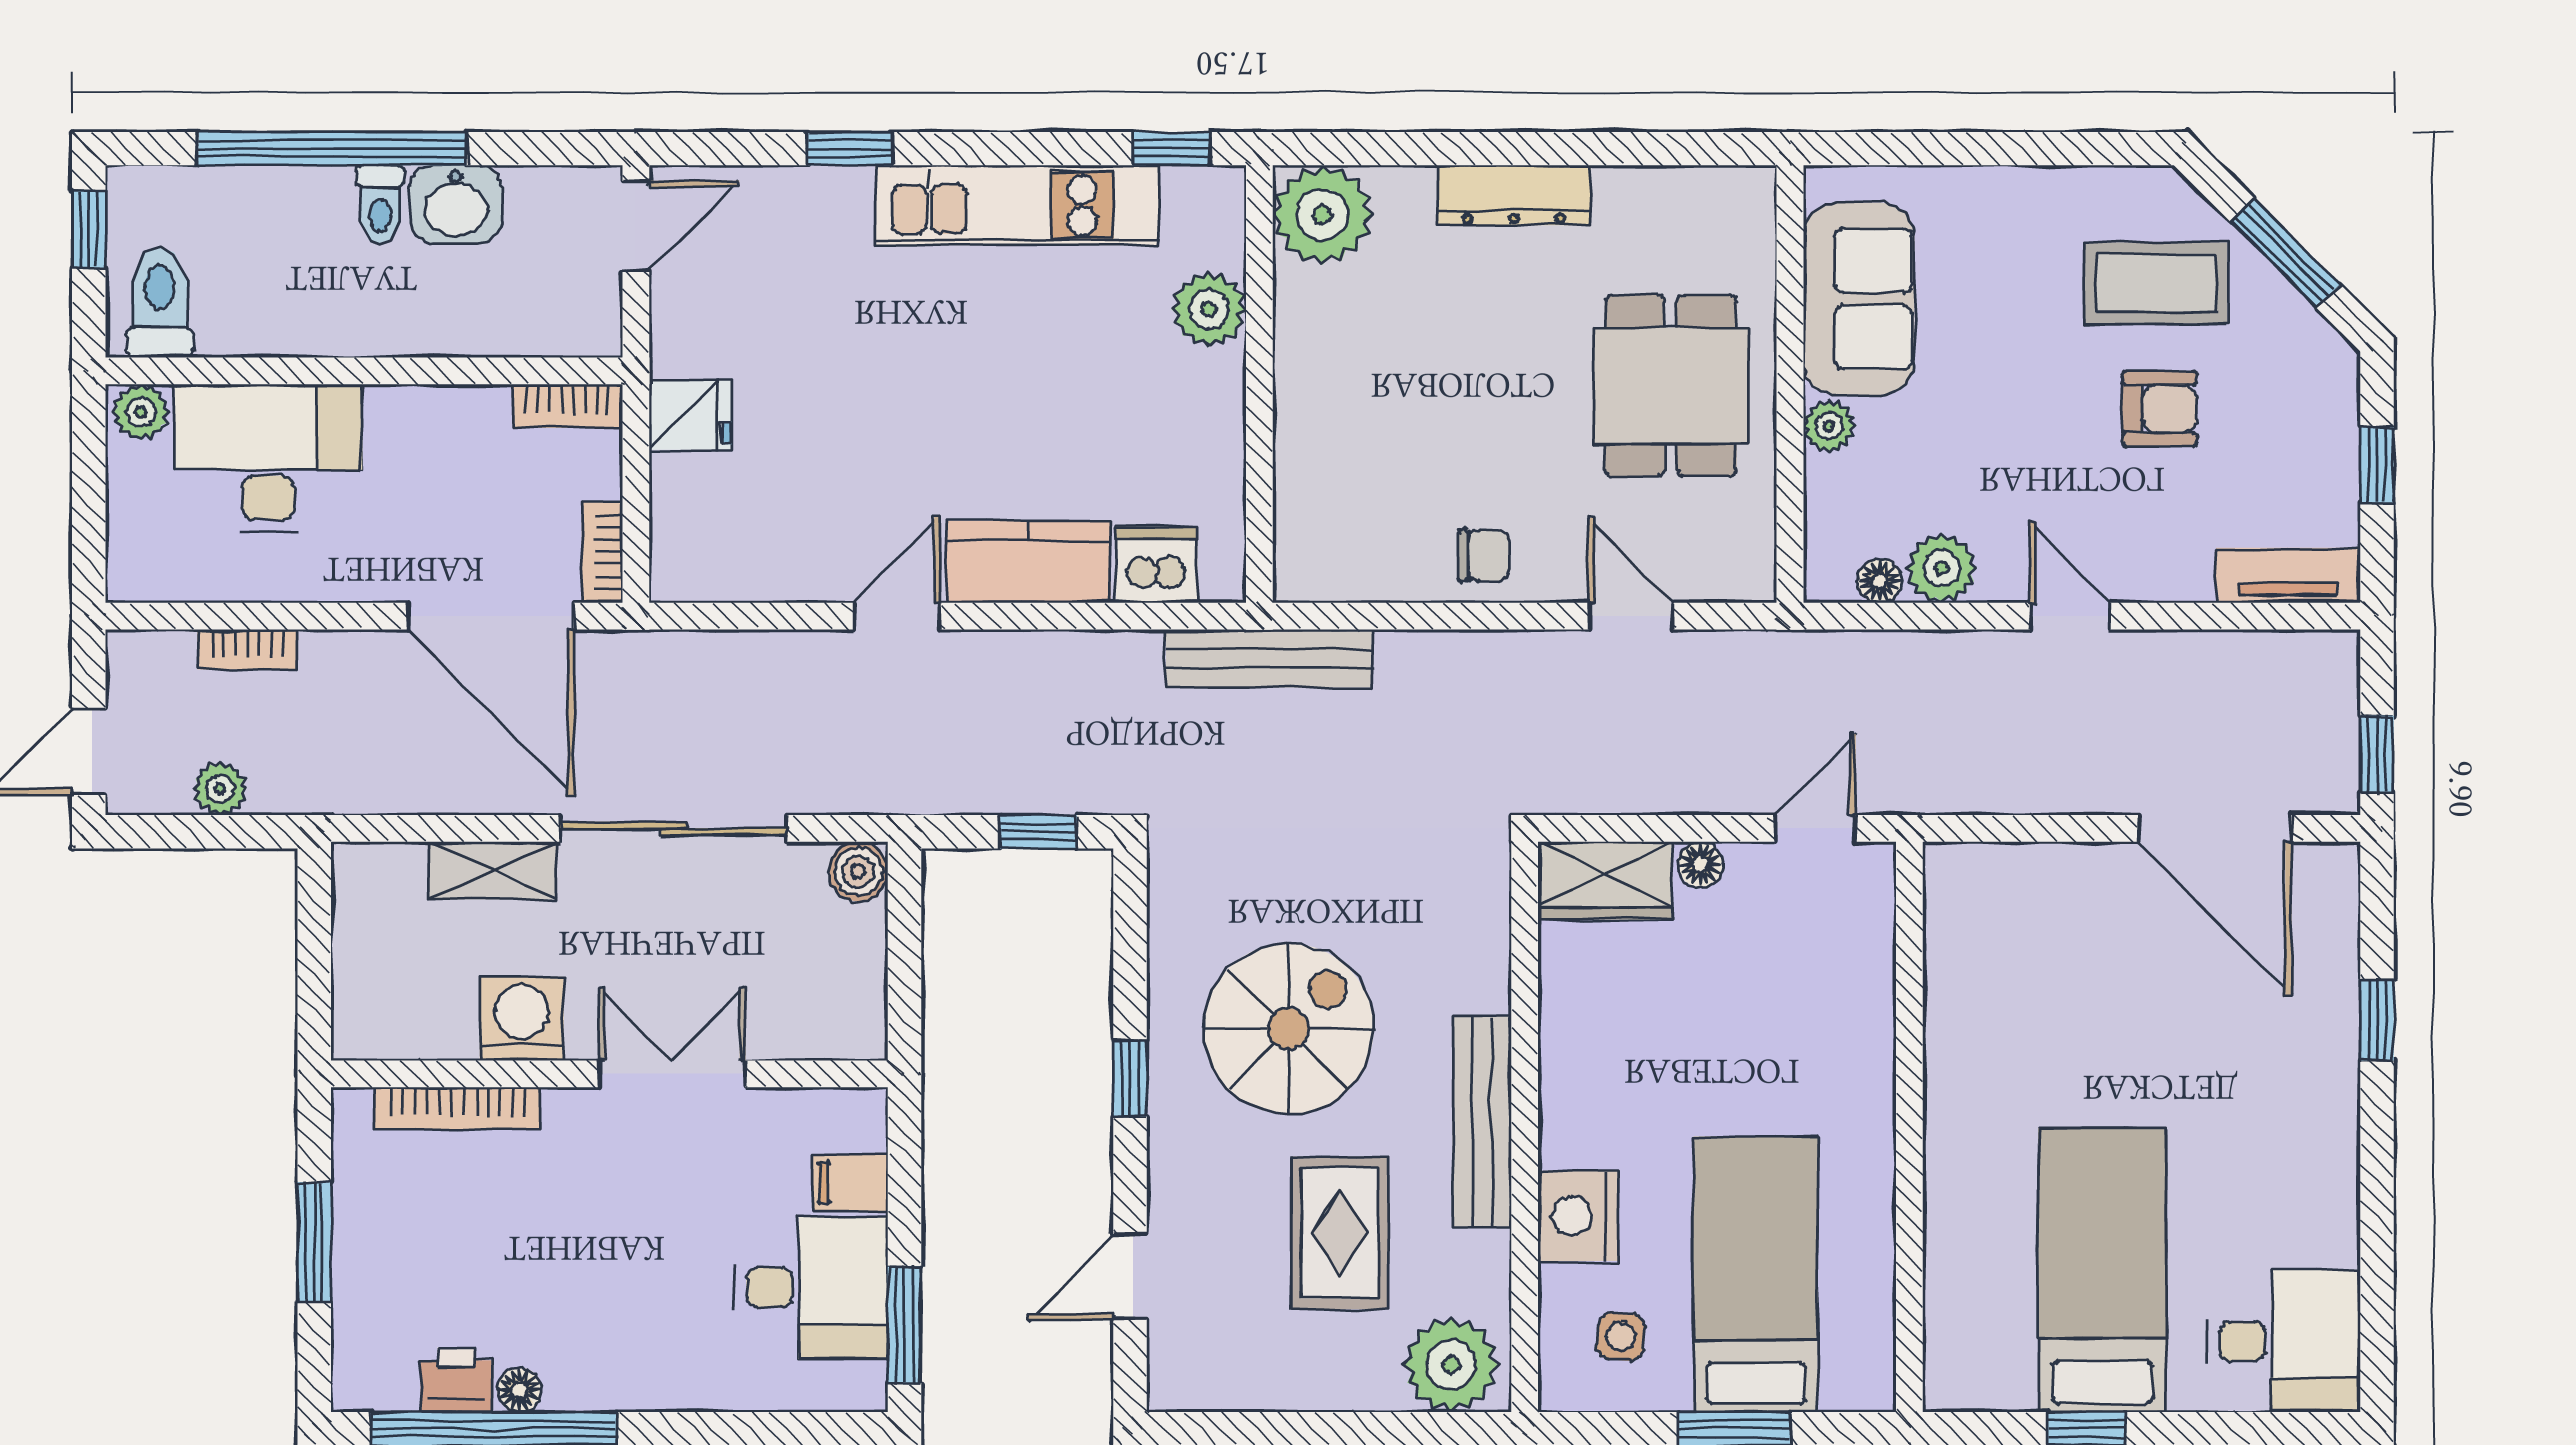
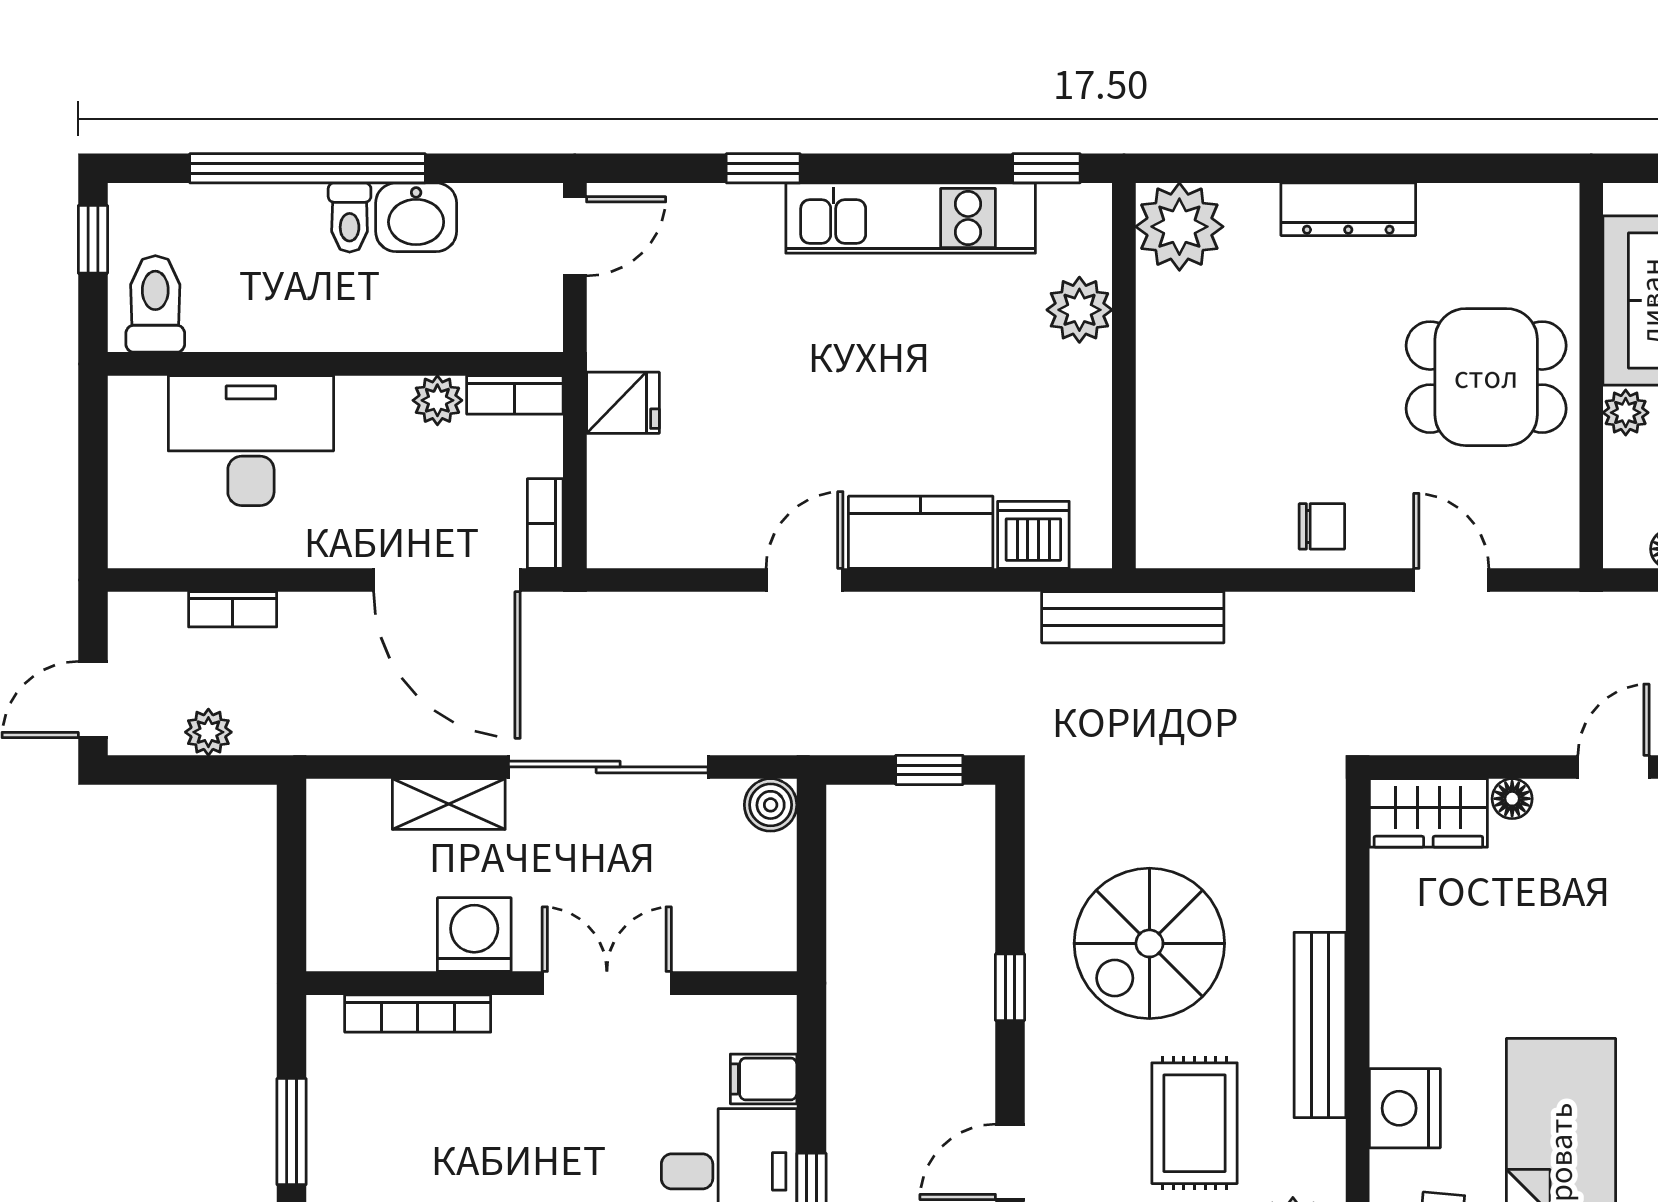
dining table: (1671, 386) -> (1486, 377), turned 90
plant: (141, 412) -> (437, 400), moved
spiral stairs: (1288, 1029) -> (1149, 943), turned 180

